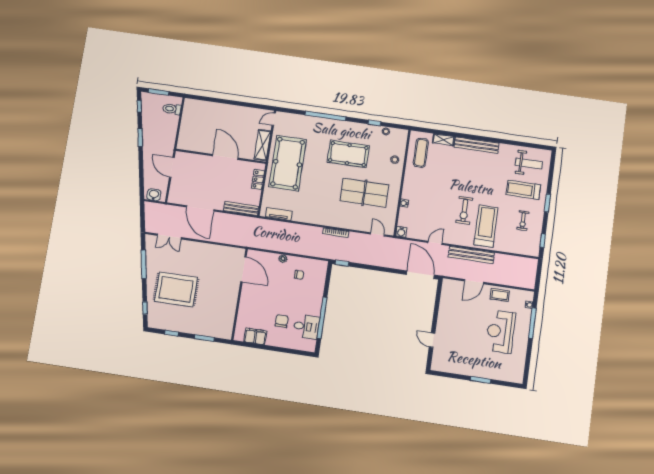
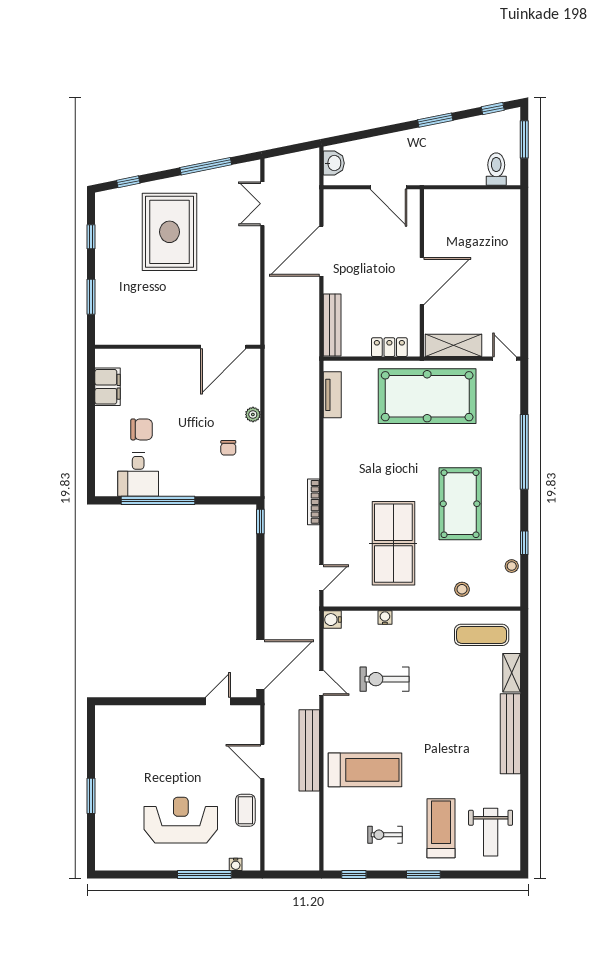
door: (172, 167) -> (388, 187), swing flipped
exercise bike: (464, 210) -> (385, 679), moved
door: (432, 340) -> (218, 701), moved

